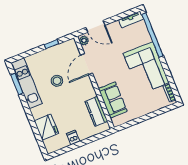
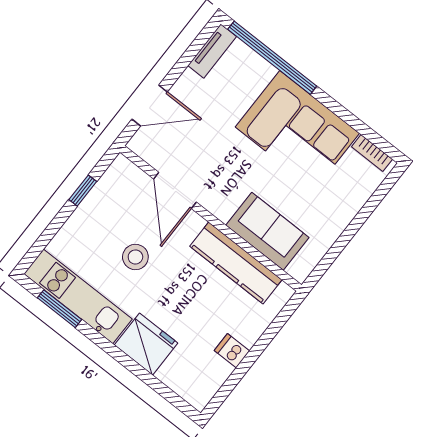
plant: (84, 41) -> (143, 147), removed
kitchen counter: (96, 111) -> (236, 263), width x1.50
fridge: (46, 127) -> (146, 344), moved

